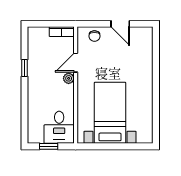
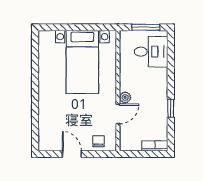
bookcase: (62, 32) -> (155, 146), moved
desk: (59, 127) -> (151, 52), moved, turned 90
window: (49, 146) -> (146, 27), width x1.50

